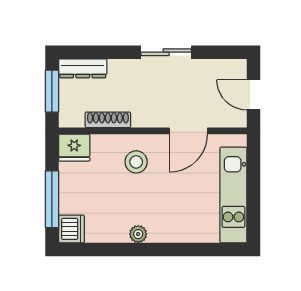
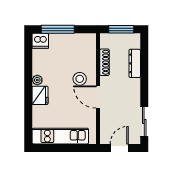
sliding door: (166, 52) -> (144, 122), moved
dresser: (83, 68) -> (135, 63), moved
door: (188, 131) -> (98, 97), moved
fridge: (74, 148) -> (40, 95), moved, turned 180

